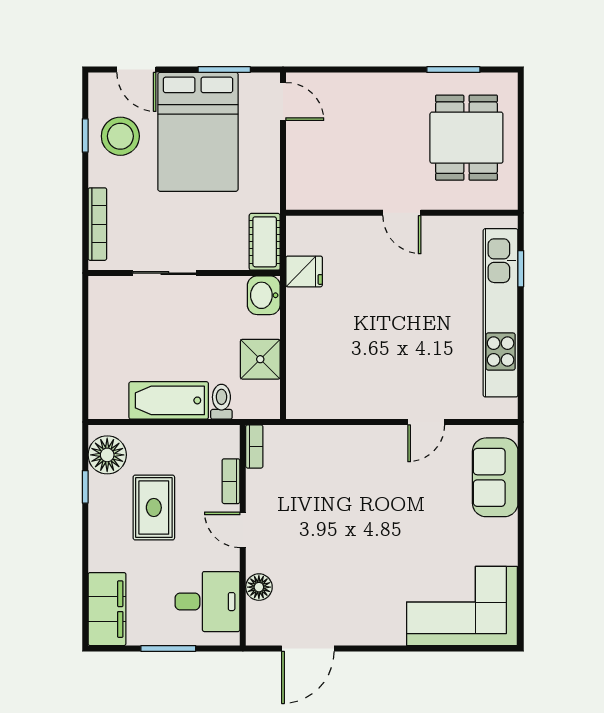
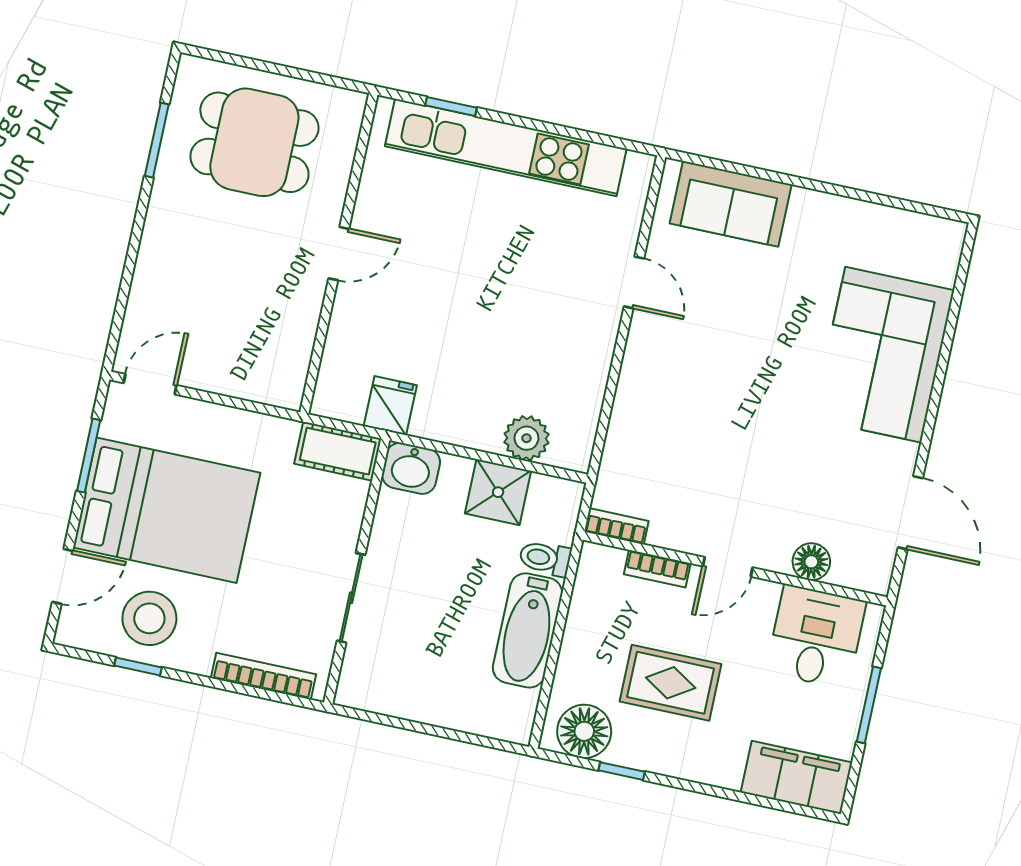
plant: (302, 371) -> (526, 438), added
corner sofa: (462, 606) -> (883, 355), moved

